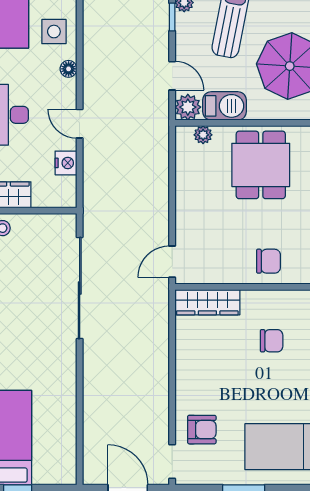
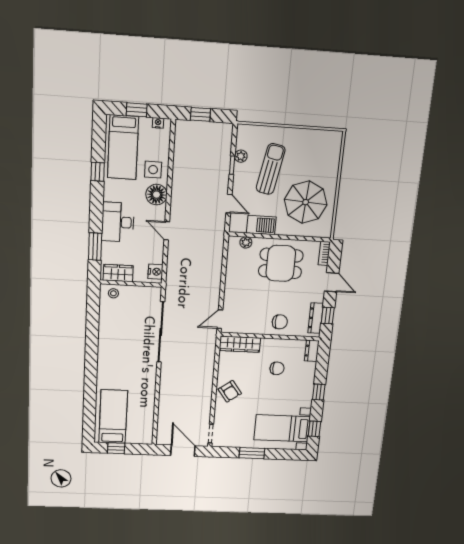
floor lamp: (69, 69) -> (156, 195), width x1.89, depth x1.89
plant: (188, 107) -> (238, 224), removed
nightstand: (66, 163) -> (155, 272), moved
dining table: (261, 165) -> (281, 263), turned 90
armchair: (202, 430) -> (230, 391), moved, turned 54

